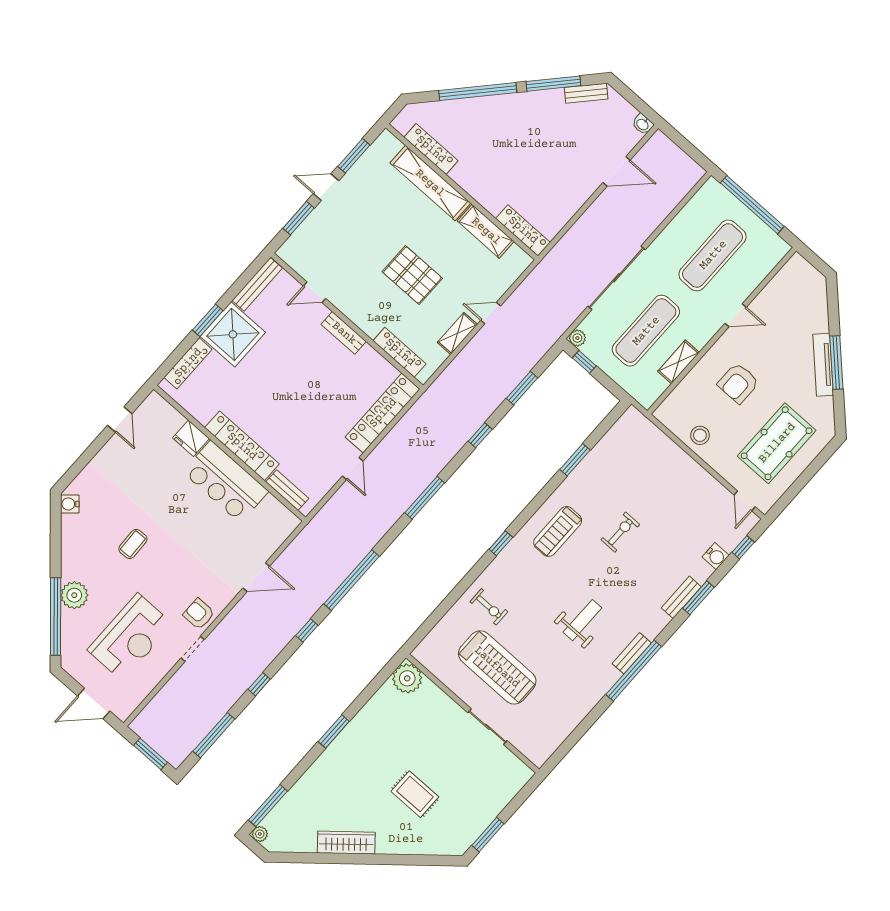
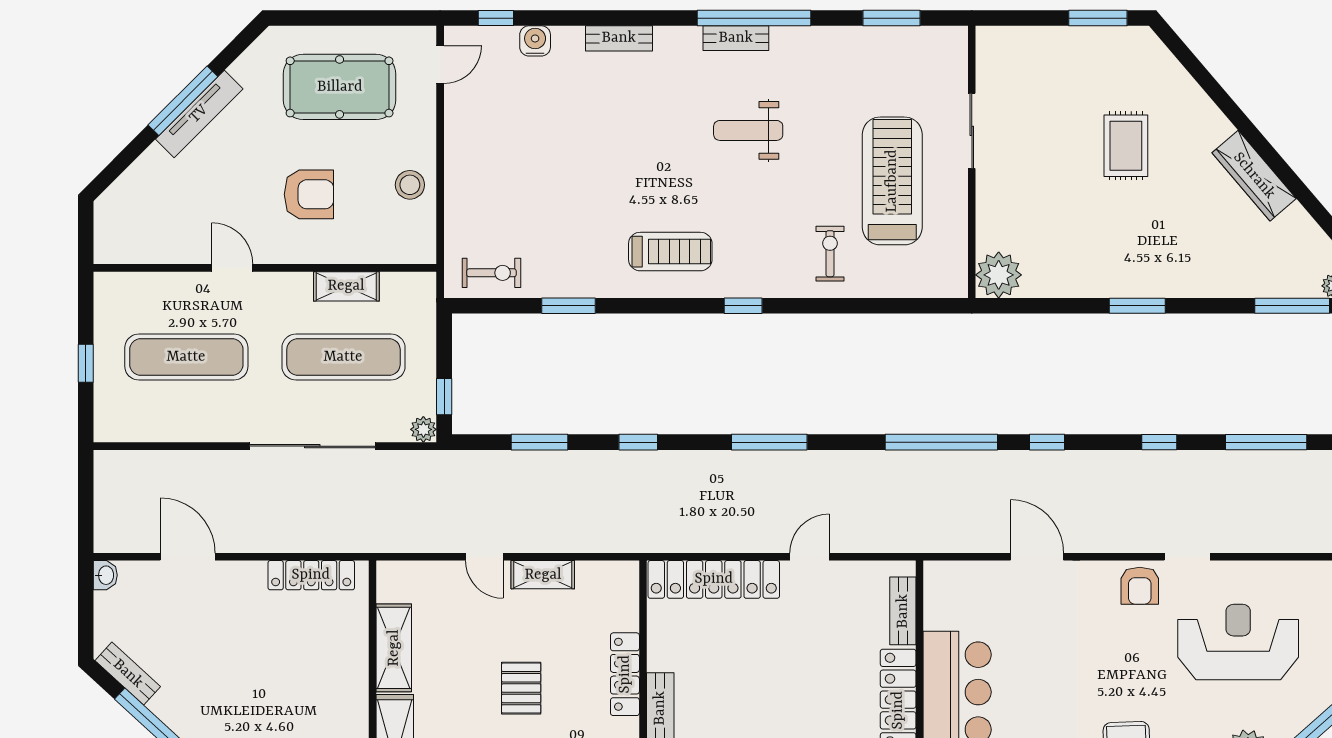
window: (752, 205) -> (86, 363), width x0.32
locker: (523, 230) -> (311, 575), moved, turned -90
pallet: (412, 275) -> (521, 688), width x0.67, depth x0.71
locker: (400, 352) -> (625, 674), moved
exercise bike: (620, 532) -> (491, 273), moved, turned 180
window: (698, 598) -> (891, 18), moved

